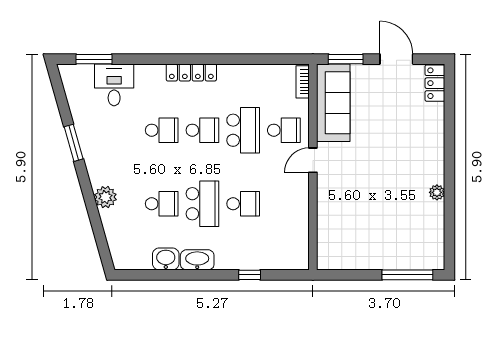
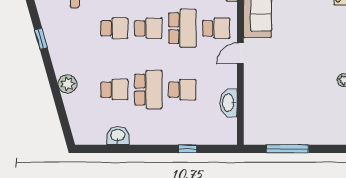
window: (74, 143) -> (41, 39), width x0.67
washbasin: (197, 260) -> (229, 103), moved, turned -90
window: (407, 275) -> (287, 149), moved

